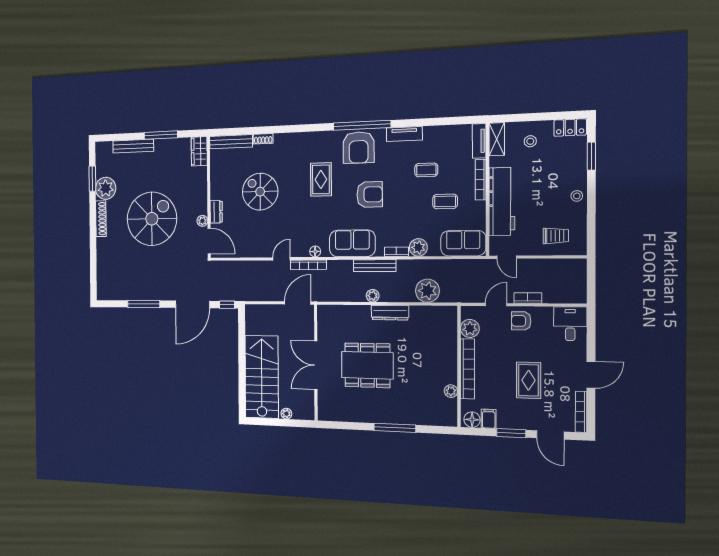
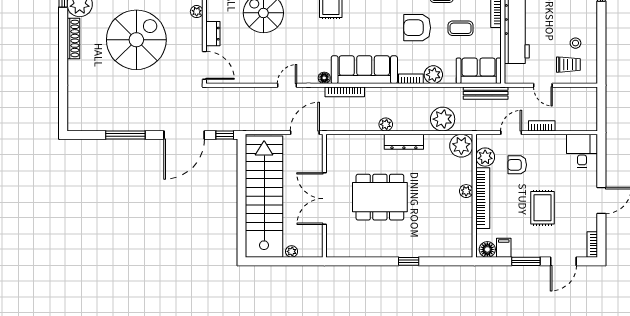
armchair: (370, 194) -> (417, 28), moved, turned 180
stool: (577, 196) -> (575, 43), moved
plant: (202, 221) -> (197, 12), moved
sofa: (352, 243) -> (364, 70), width x1.36
door: (507, 257) -> (543, 85), moved
bookcase: (308, 265) -> (345, 92), moved
bench: (375, 266) -> (486, 93), moved
plant: (446, 317) -> (461, 146), added
armchair: (521, 321) -> (517, 165), moved
stairs: (262, 377) -> (264, 197), width x1.36
plant: (451, 391) -> (466, 191), moved
bookcase: (581, 412) -> (592, 244), width x0.64
window: (395, 428) -> (409, 261), width x0.46
door: (550, 435) -> (563, 261), hinge flipped

